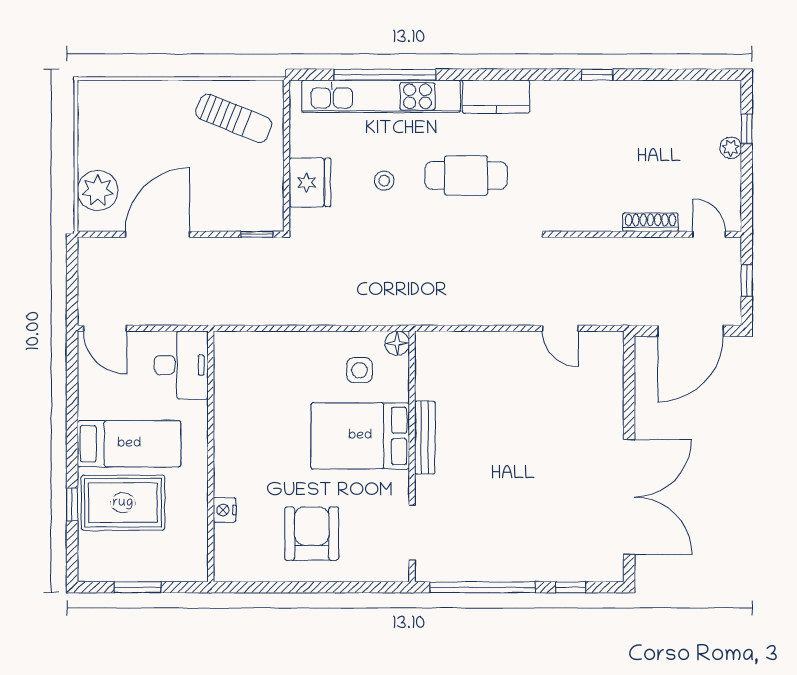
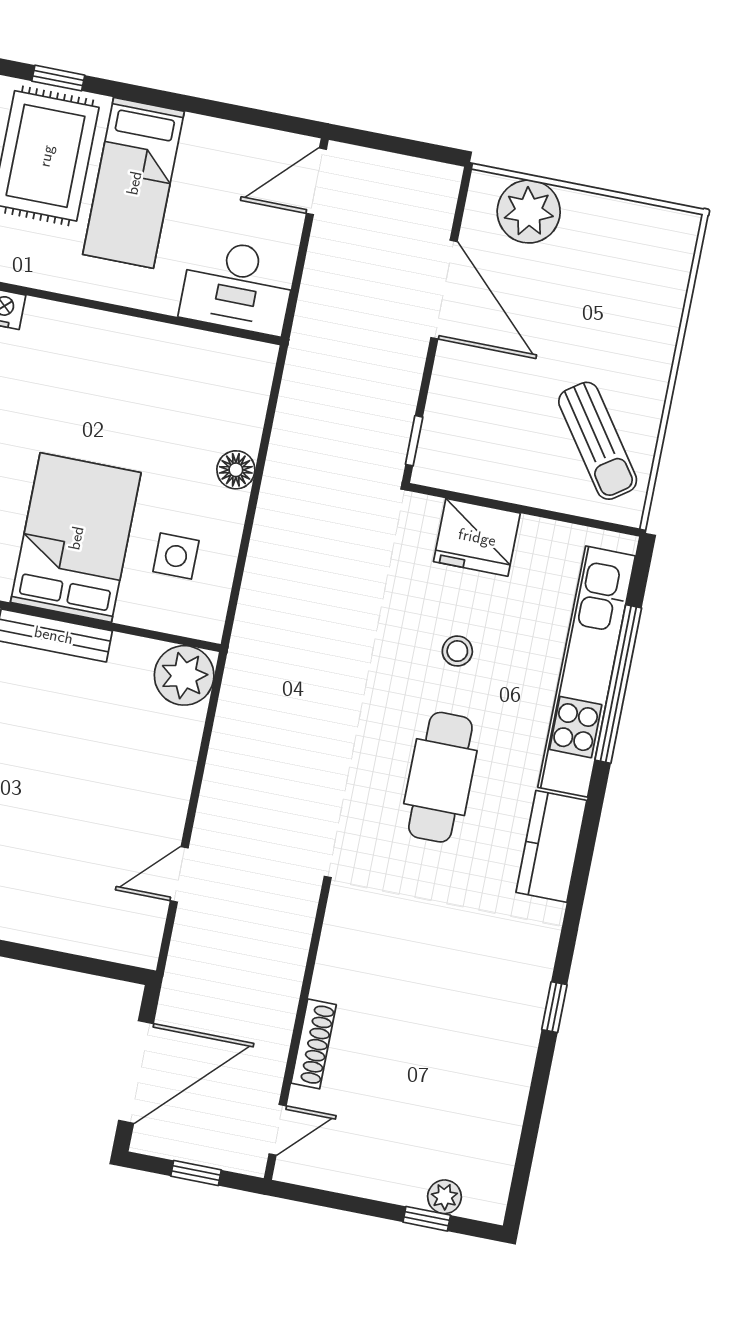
sun lounger: (234, 118) -> (598, 441), turned -57
plant: (731, 148) -> (444, 1197), moved
door: (690, 331) -> (136, 1072), swing flipped
floor lamp: (397, 343) -> (236, 470), moved
plant: (434, 350) -> (184, 675), added

